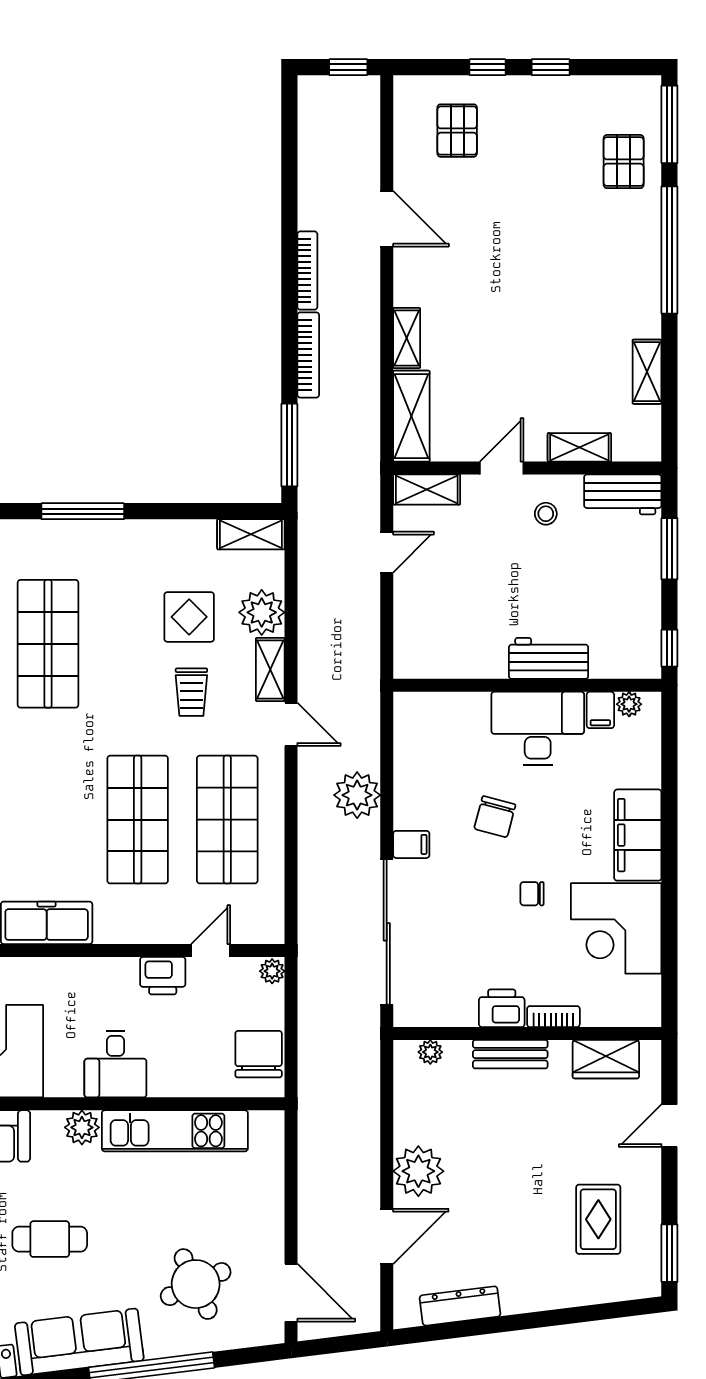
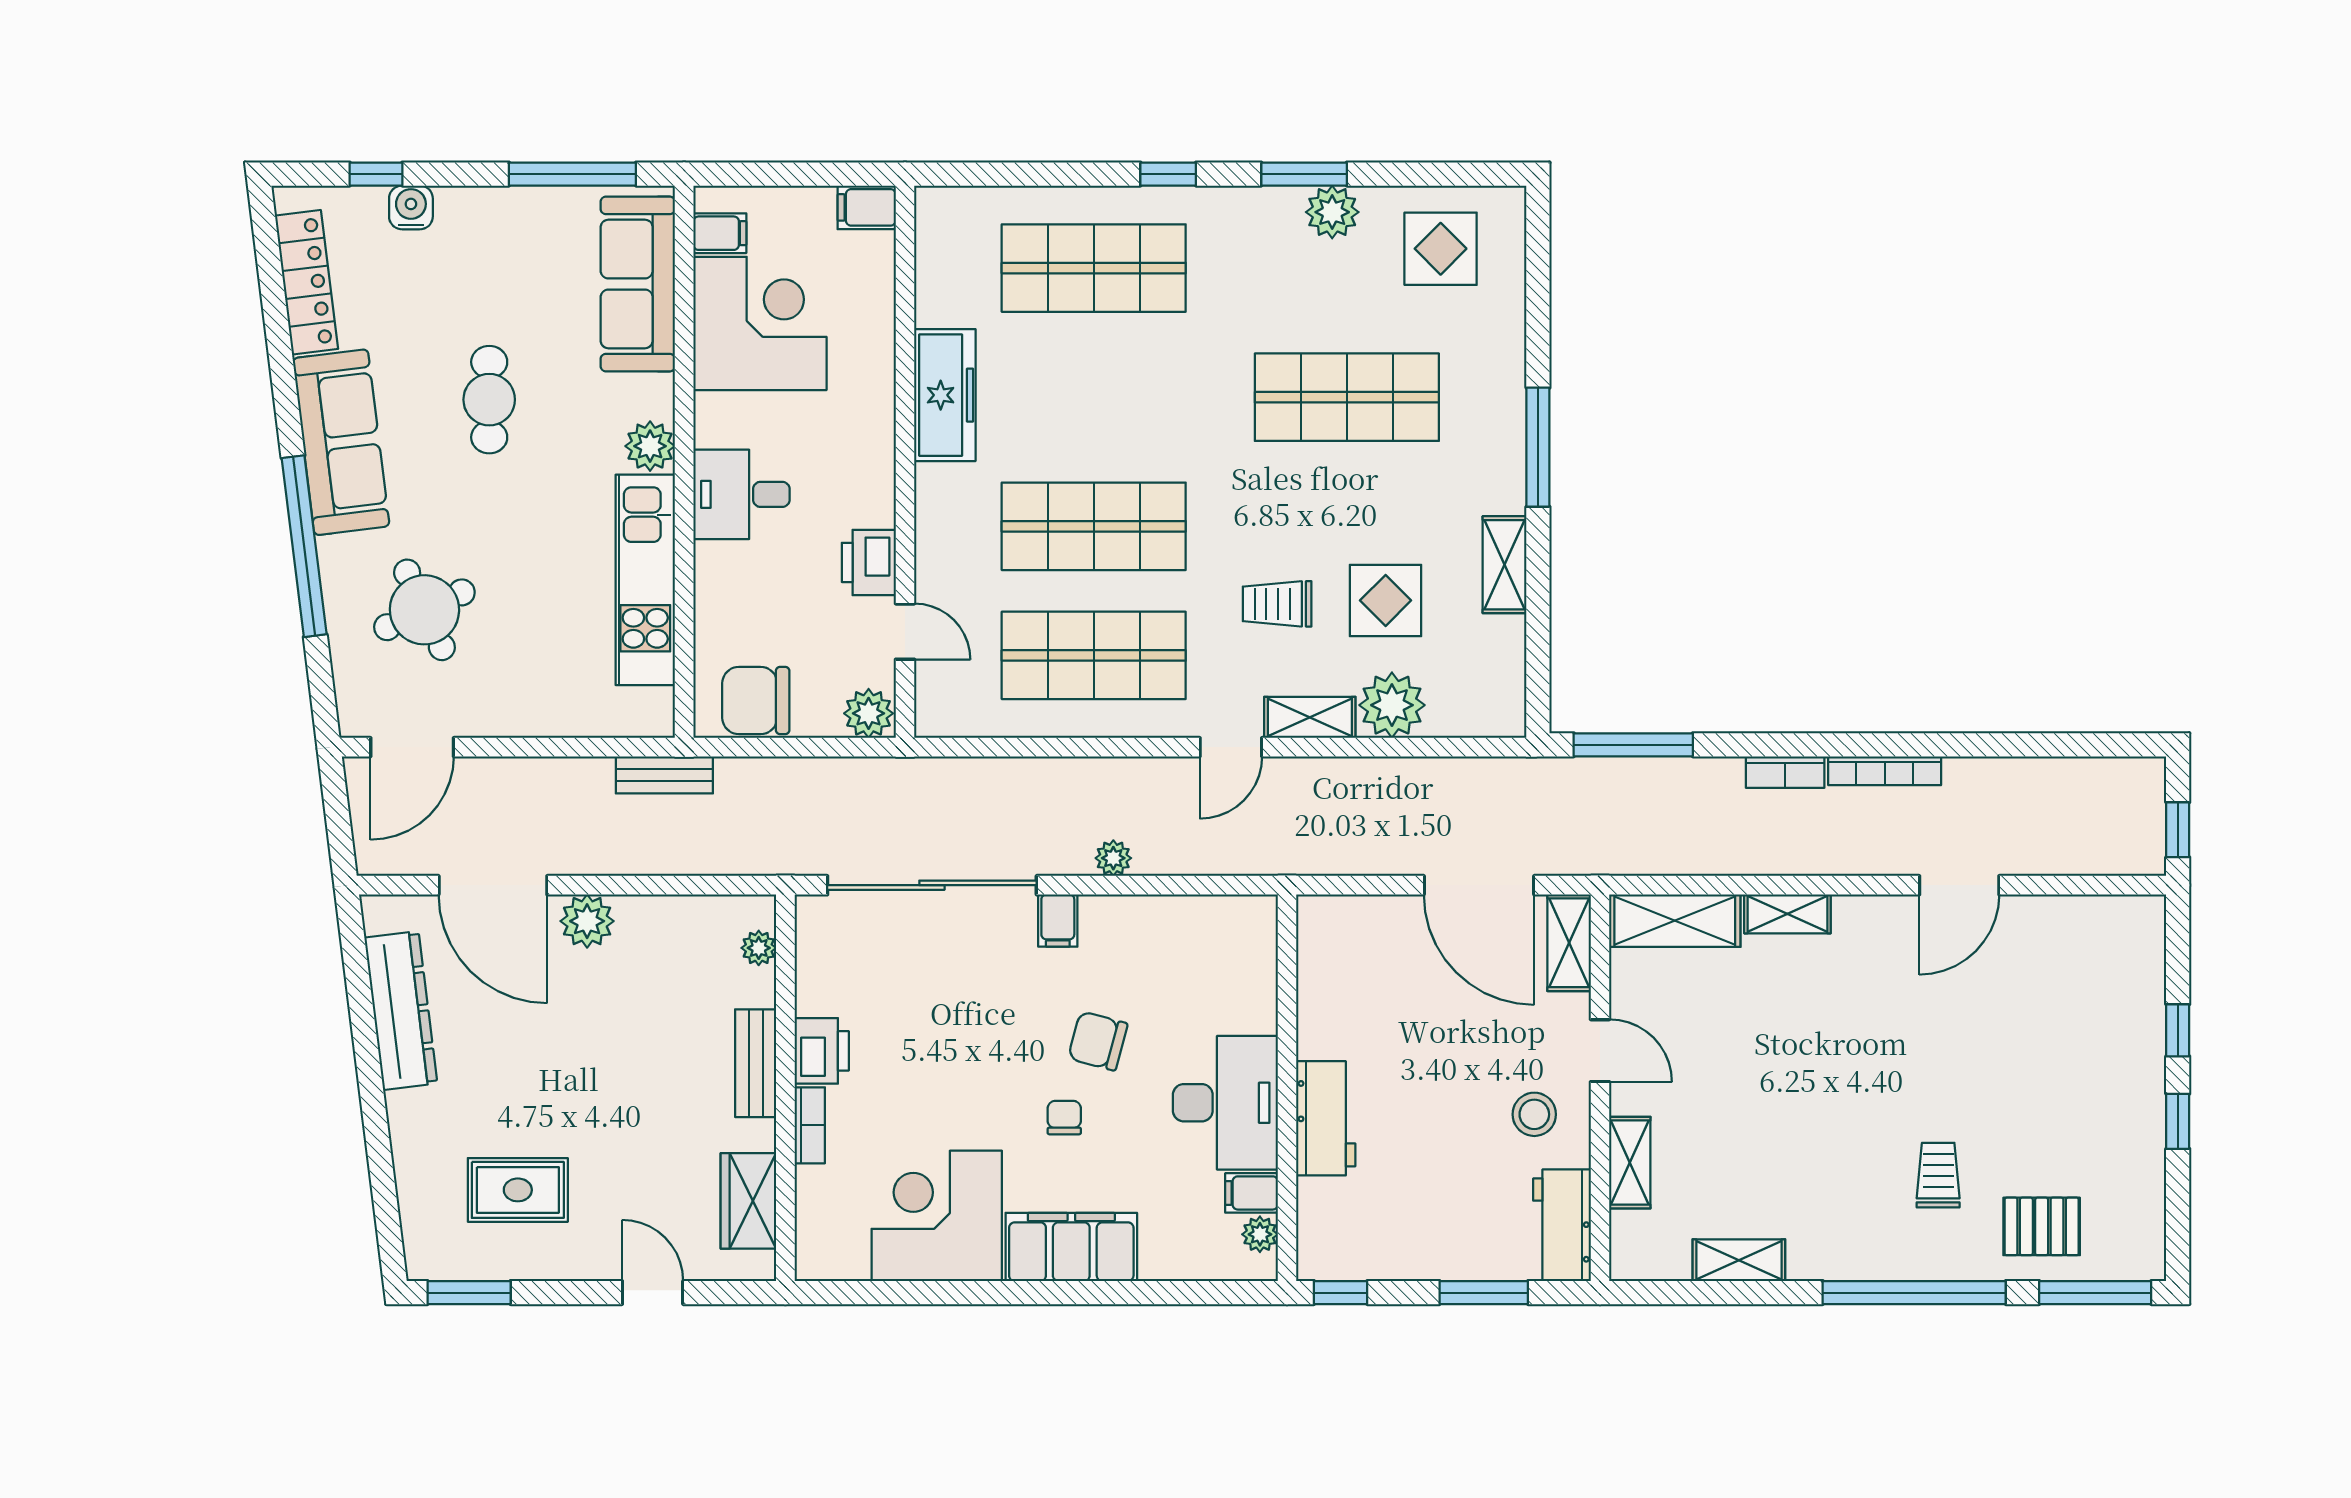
pallet: (457, 131) -> (2086, 987), removed
trolley: (588, 233) -> (1938, 1175), added
bookcase: (308, 355) -> (1785, 772), width x0.64
stool: (546, 514) -> (1534, 1114), width x1.37, depth x1.37
shelving: (251, 534) -> (1505, 565), moved
door: (387, 552) -> (1479, 885), width x1.88
plant: (357, 795) -> (1113, 858), width x0.53, depth x0.53
chair: (532, 894) -> (1064, 1118), moved
plant: (272, 971) -> (869, 713), width x1.38, depth x1.38
chair: (259, 1054) -> (756, 701), turned 180
bench: (310, 1118) -> (664, 775), added
plant: (418, 1171) -> (587, 921), width x0.73, depth x0.73
door: (387, 1237) -> (493, 885), width x1.36
dresser: (460, 1306) -> (401, 1010), width x1.37, depth x1.24

